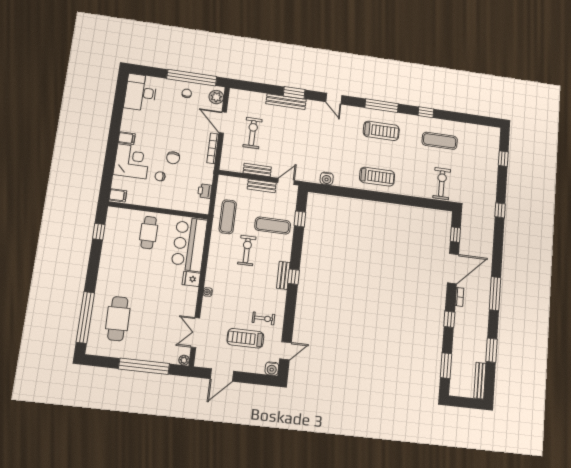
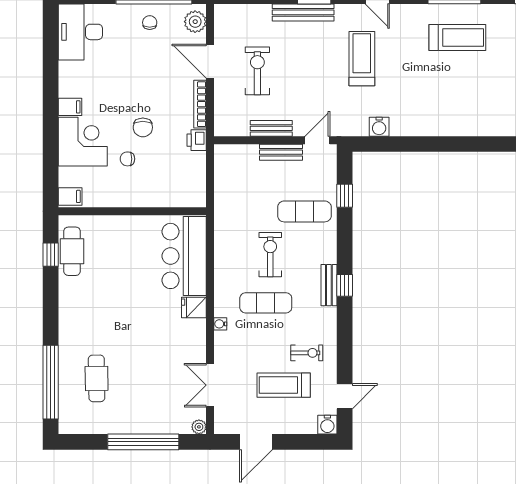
treadmill: (377, 177) -> (362, 59), moved, turned -90
printer: (205, 191) -> (197, 140), moved
exercise mat: (228, 217) -> (266, 303), moved, turned 90
cafe table: (149, 233) -> (72, 251), moved
cafe table: (118, 319) -> (97, 378), width x0.73, depth x0.74

